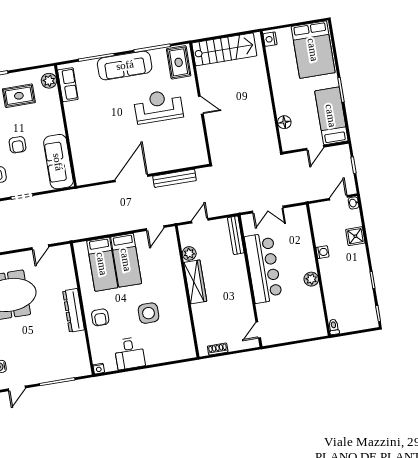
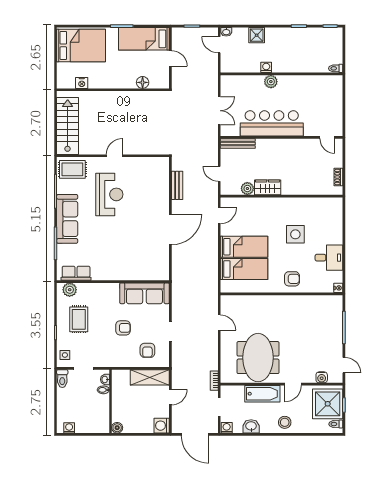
nightstand: (270, 39) -> (82, 83), moved
reception desk: (158, 106) -> (109, 194), turned 180
door: (131, 178) -> (170, 230), swing flipped
bench: (175, 178) -> (177, 185), width x0.73
door: (155, 228) -> (219, 216), hinge flipped
plant: (311, 279) -> (271, 82), moved
wardrobe: (195, 282) -> (268, 187), width x0.67
dresser: (74, 310) -> (282, 302), removed

